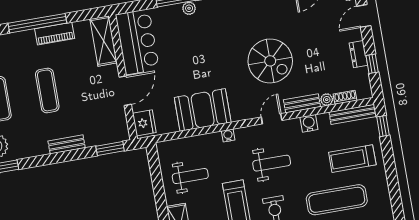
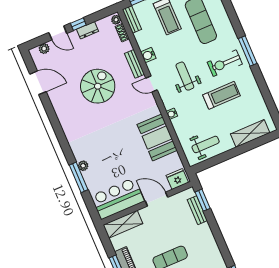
spiral stairs: (270, 61) -> (98, 86), moved
window: (372, 64) -> (78, 24), moved
plant: (327, 100) -> (116, 20), moved
bench: (353, 114) -> (132, 19), width x0.73
bench: (67, 144) -> (197, 210), moved
weight bench: (190, 176) -> (206, 144), moved, turned 90

